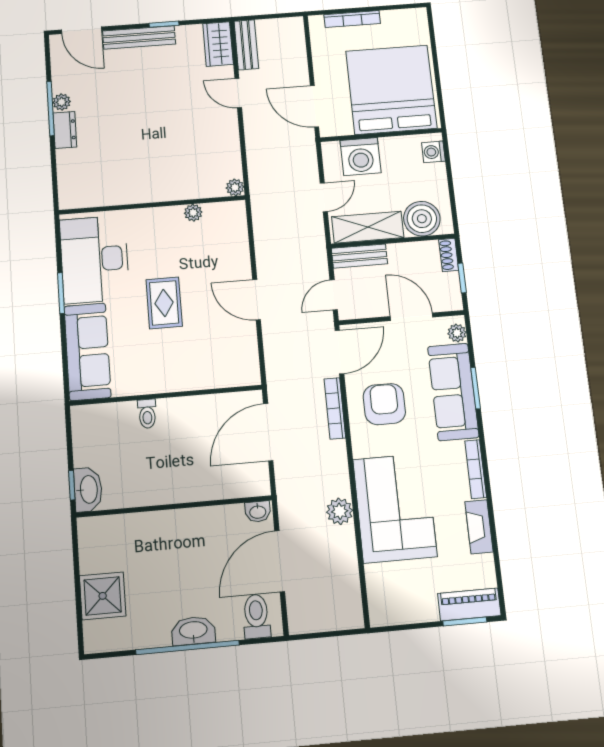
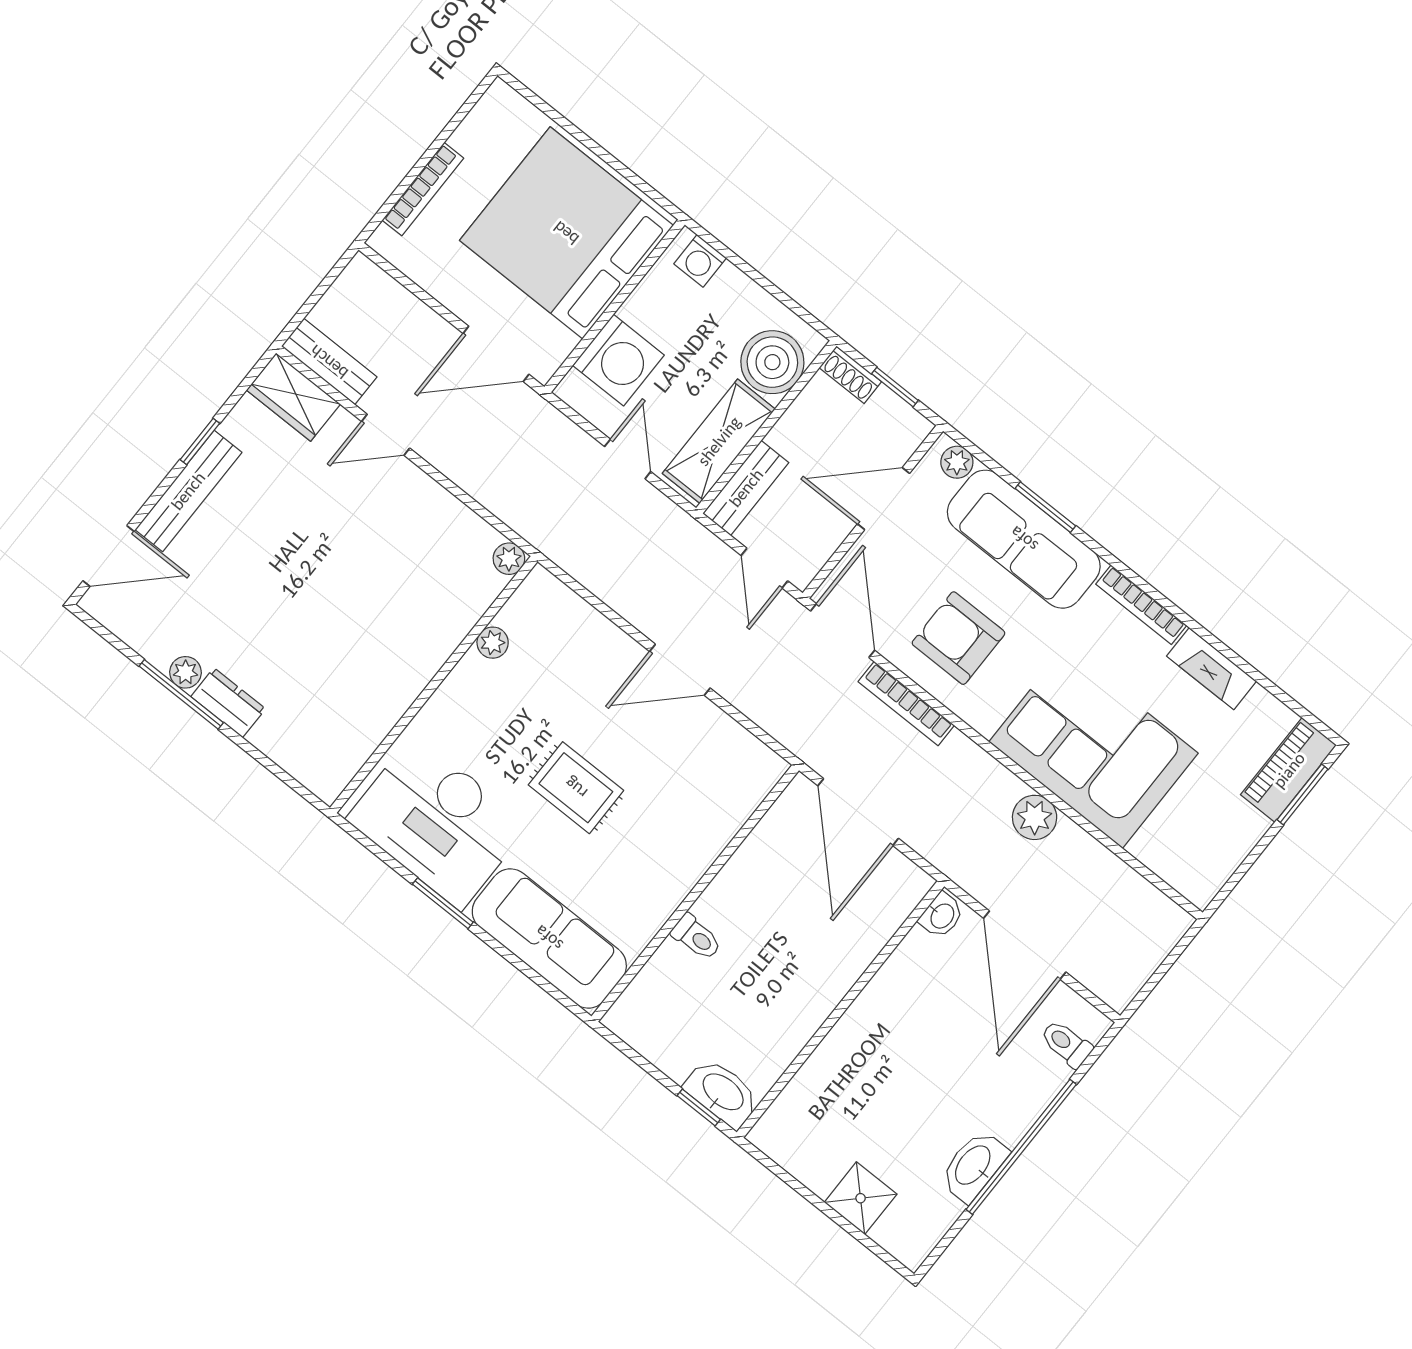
shower: (103, 596) -> (861, 1198), width x0.73, depth x0.73
toilet: (256, 616) -> (1066, 1044), width x0.73, depth x0.72
washbasin: (193, 631) -> (974, 1166), moved

